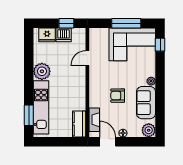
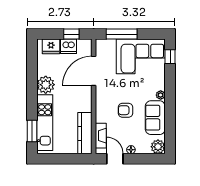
window: (126, 23) -> (122, 34), moved
door: (87, 58) -> (94, 71), width x1.88
kitchen counter: (79, 124) -> (85, 133), width x1.50

